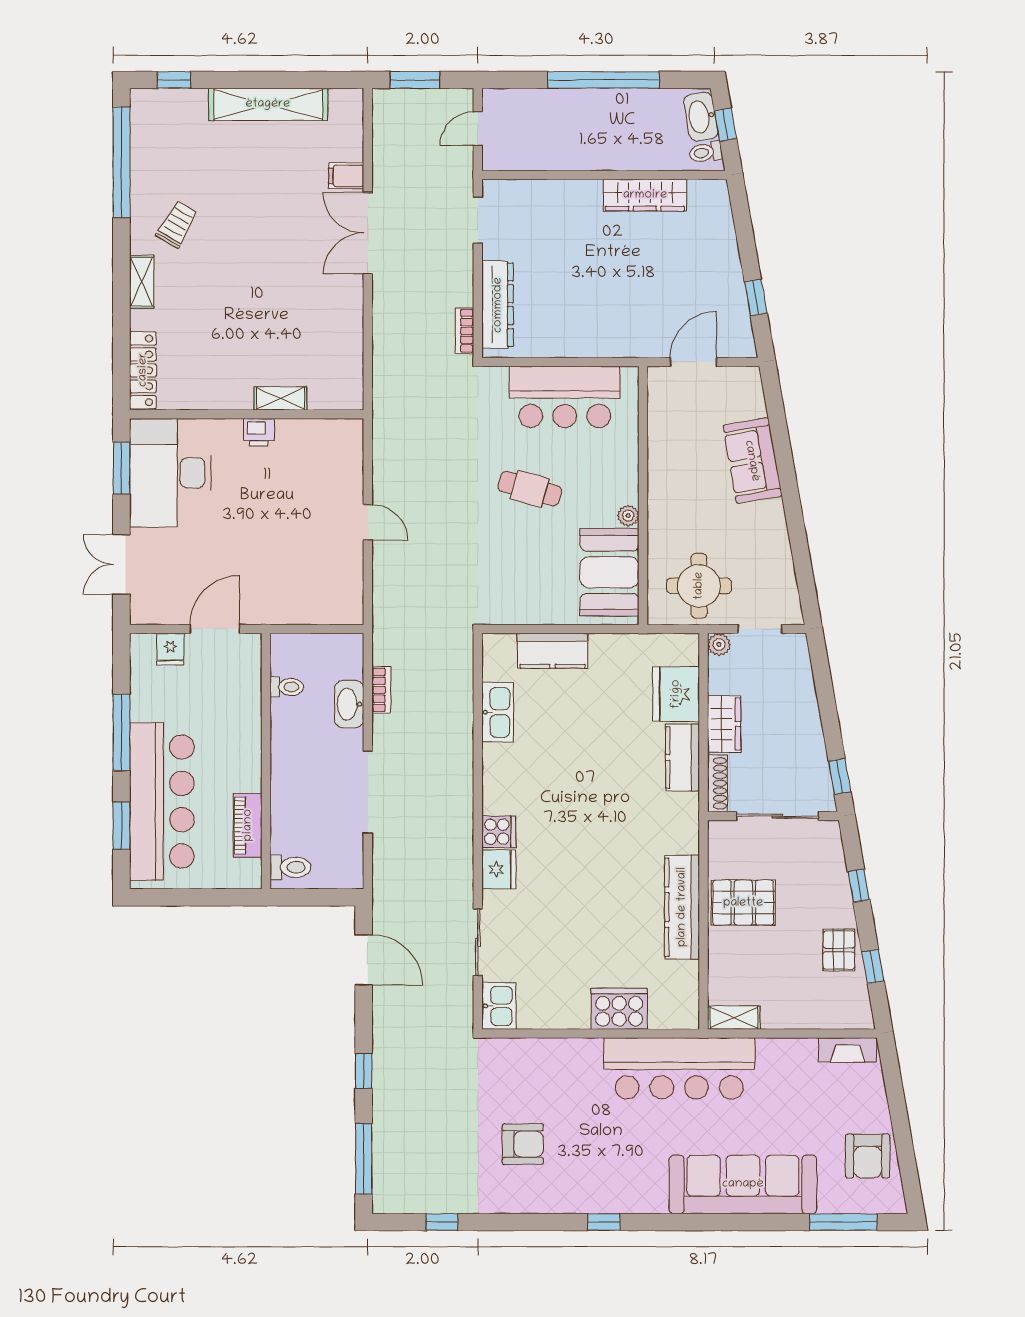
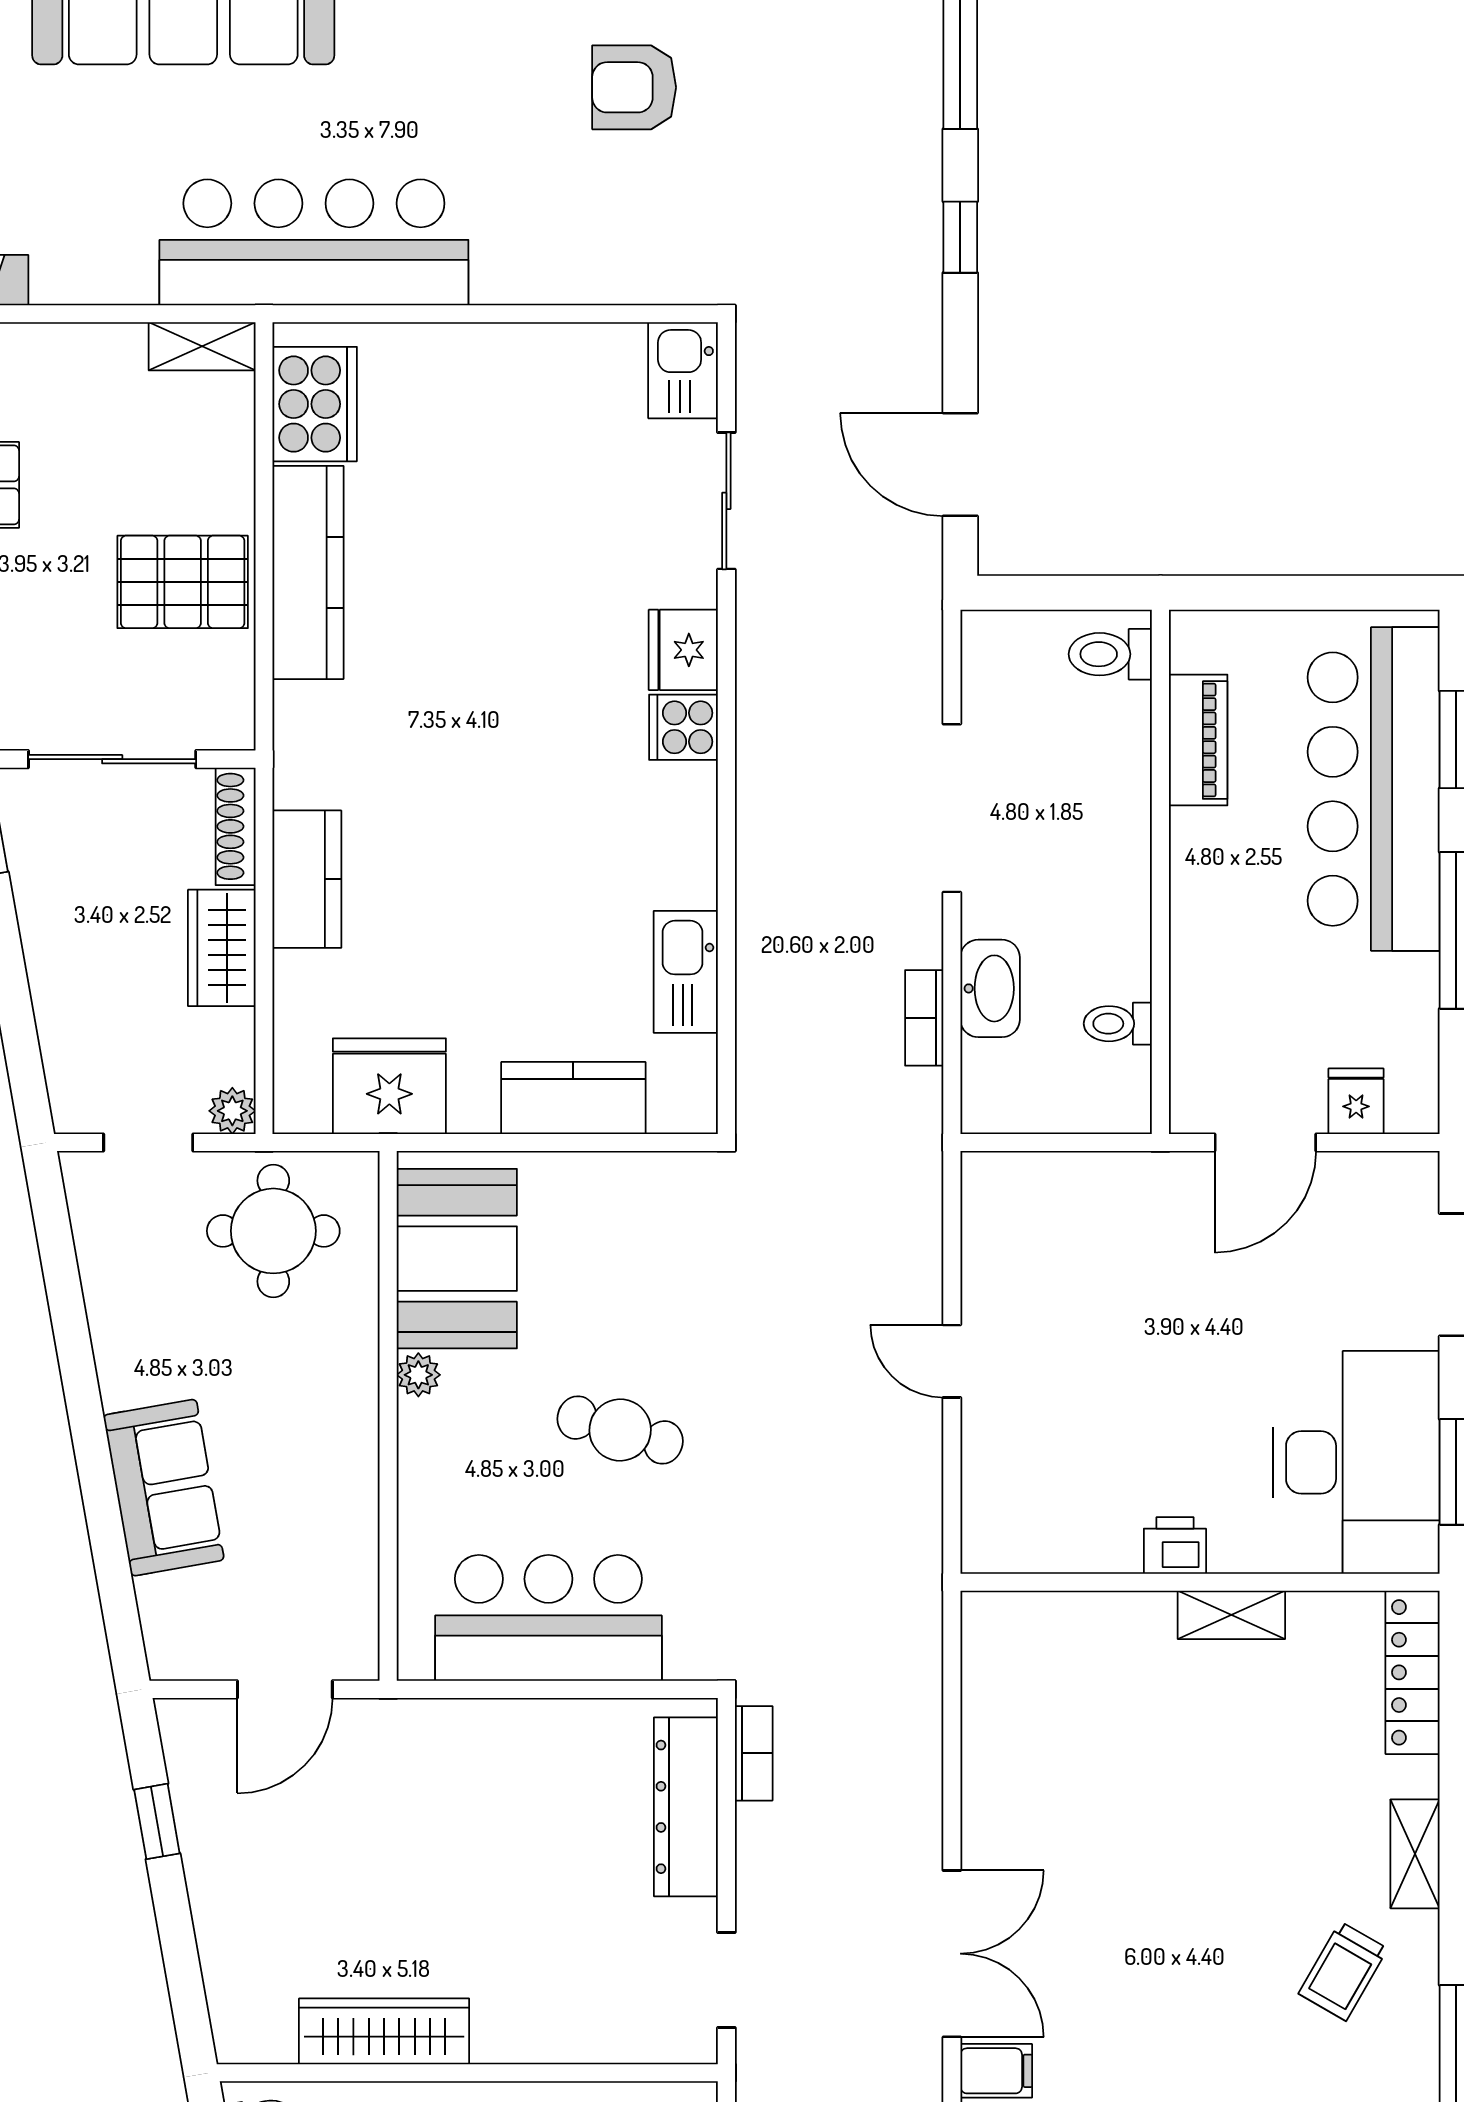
shelving: (281, 398) -> (1231, 1615), moved
fridge: (676, 694) -> (389, 1086), moved, turned -90
cooker: (619, 1009) -> (315, 404), moved, turned -90

